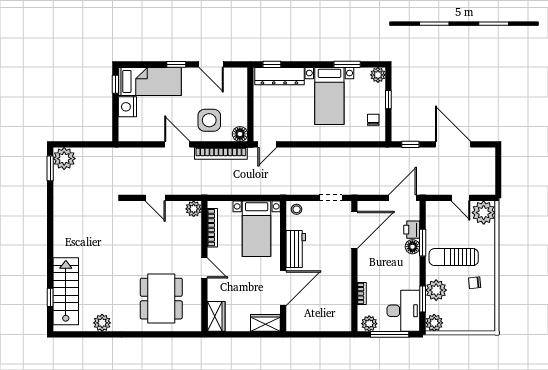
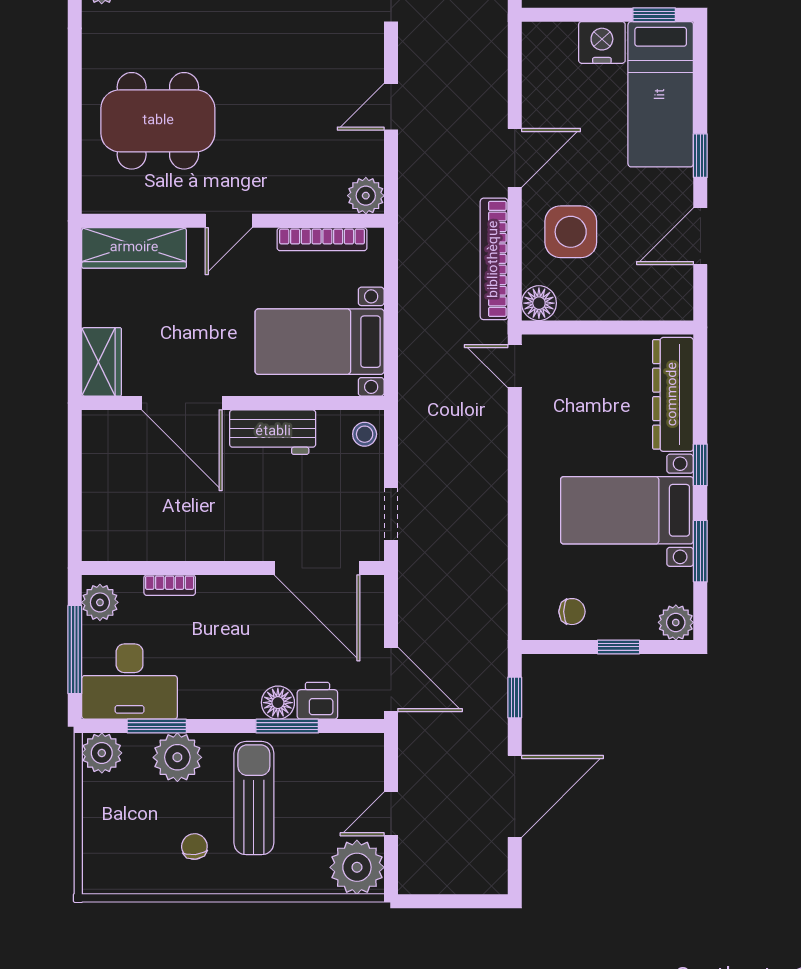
window: (272, 64) -> (700, 465), moved
wardrobe: (216, 316) -> (134, 248), width x1.50

